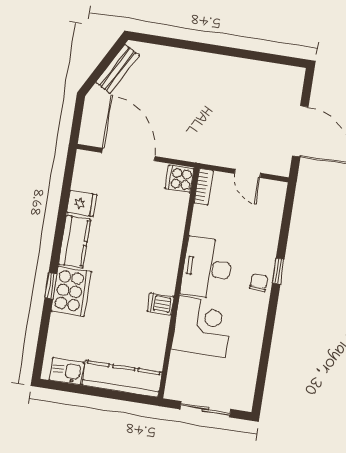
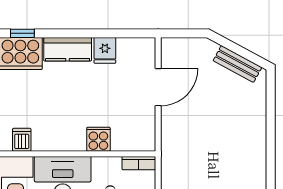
door: (128, 154) -> (158, 87), width x0.73
cooker: (180, 179) -> (98, 139), moved

